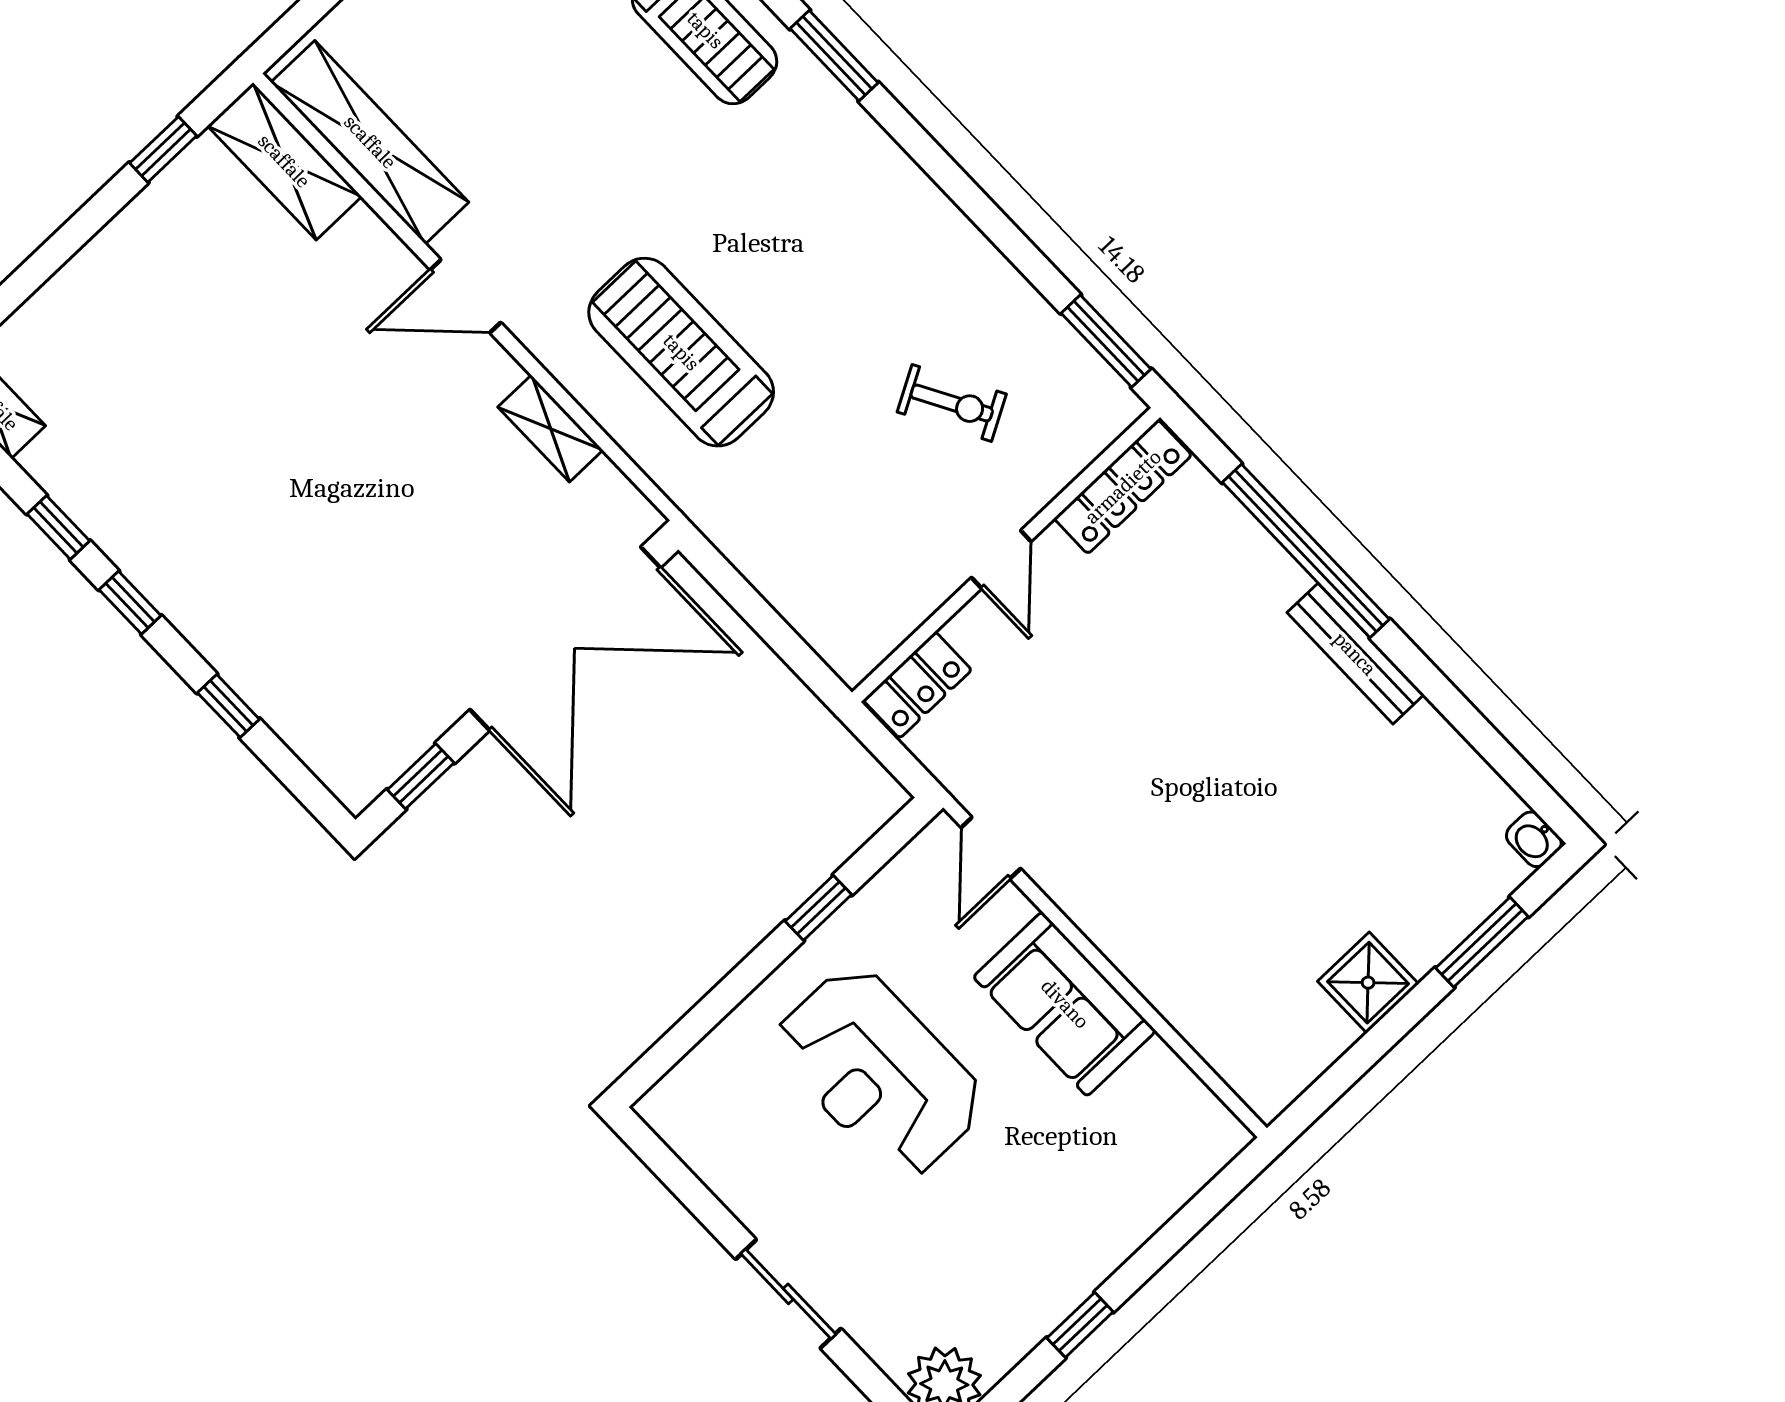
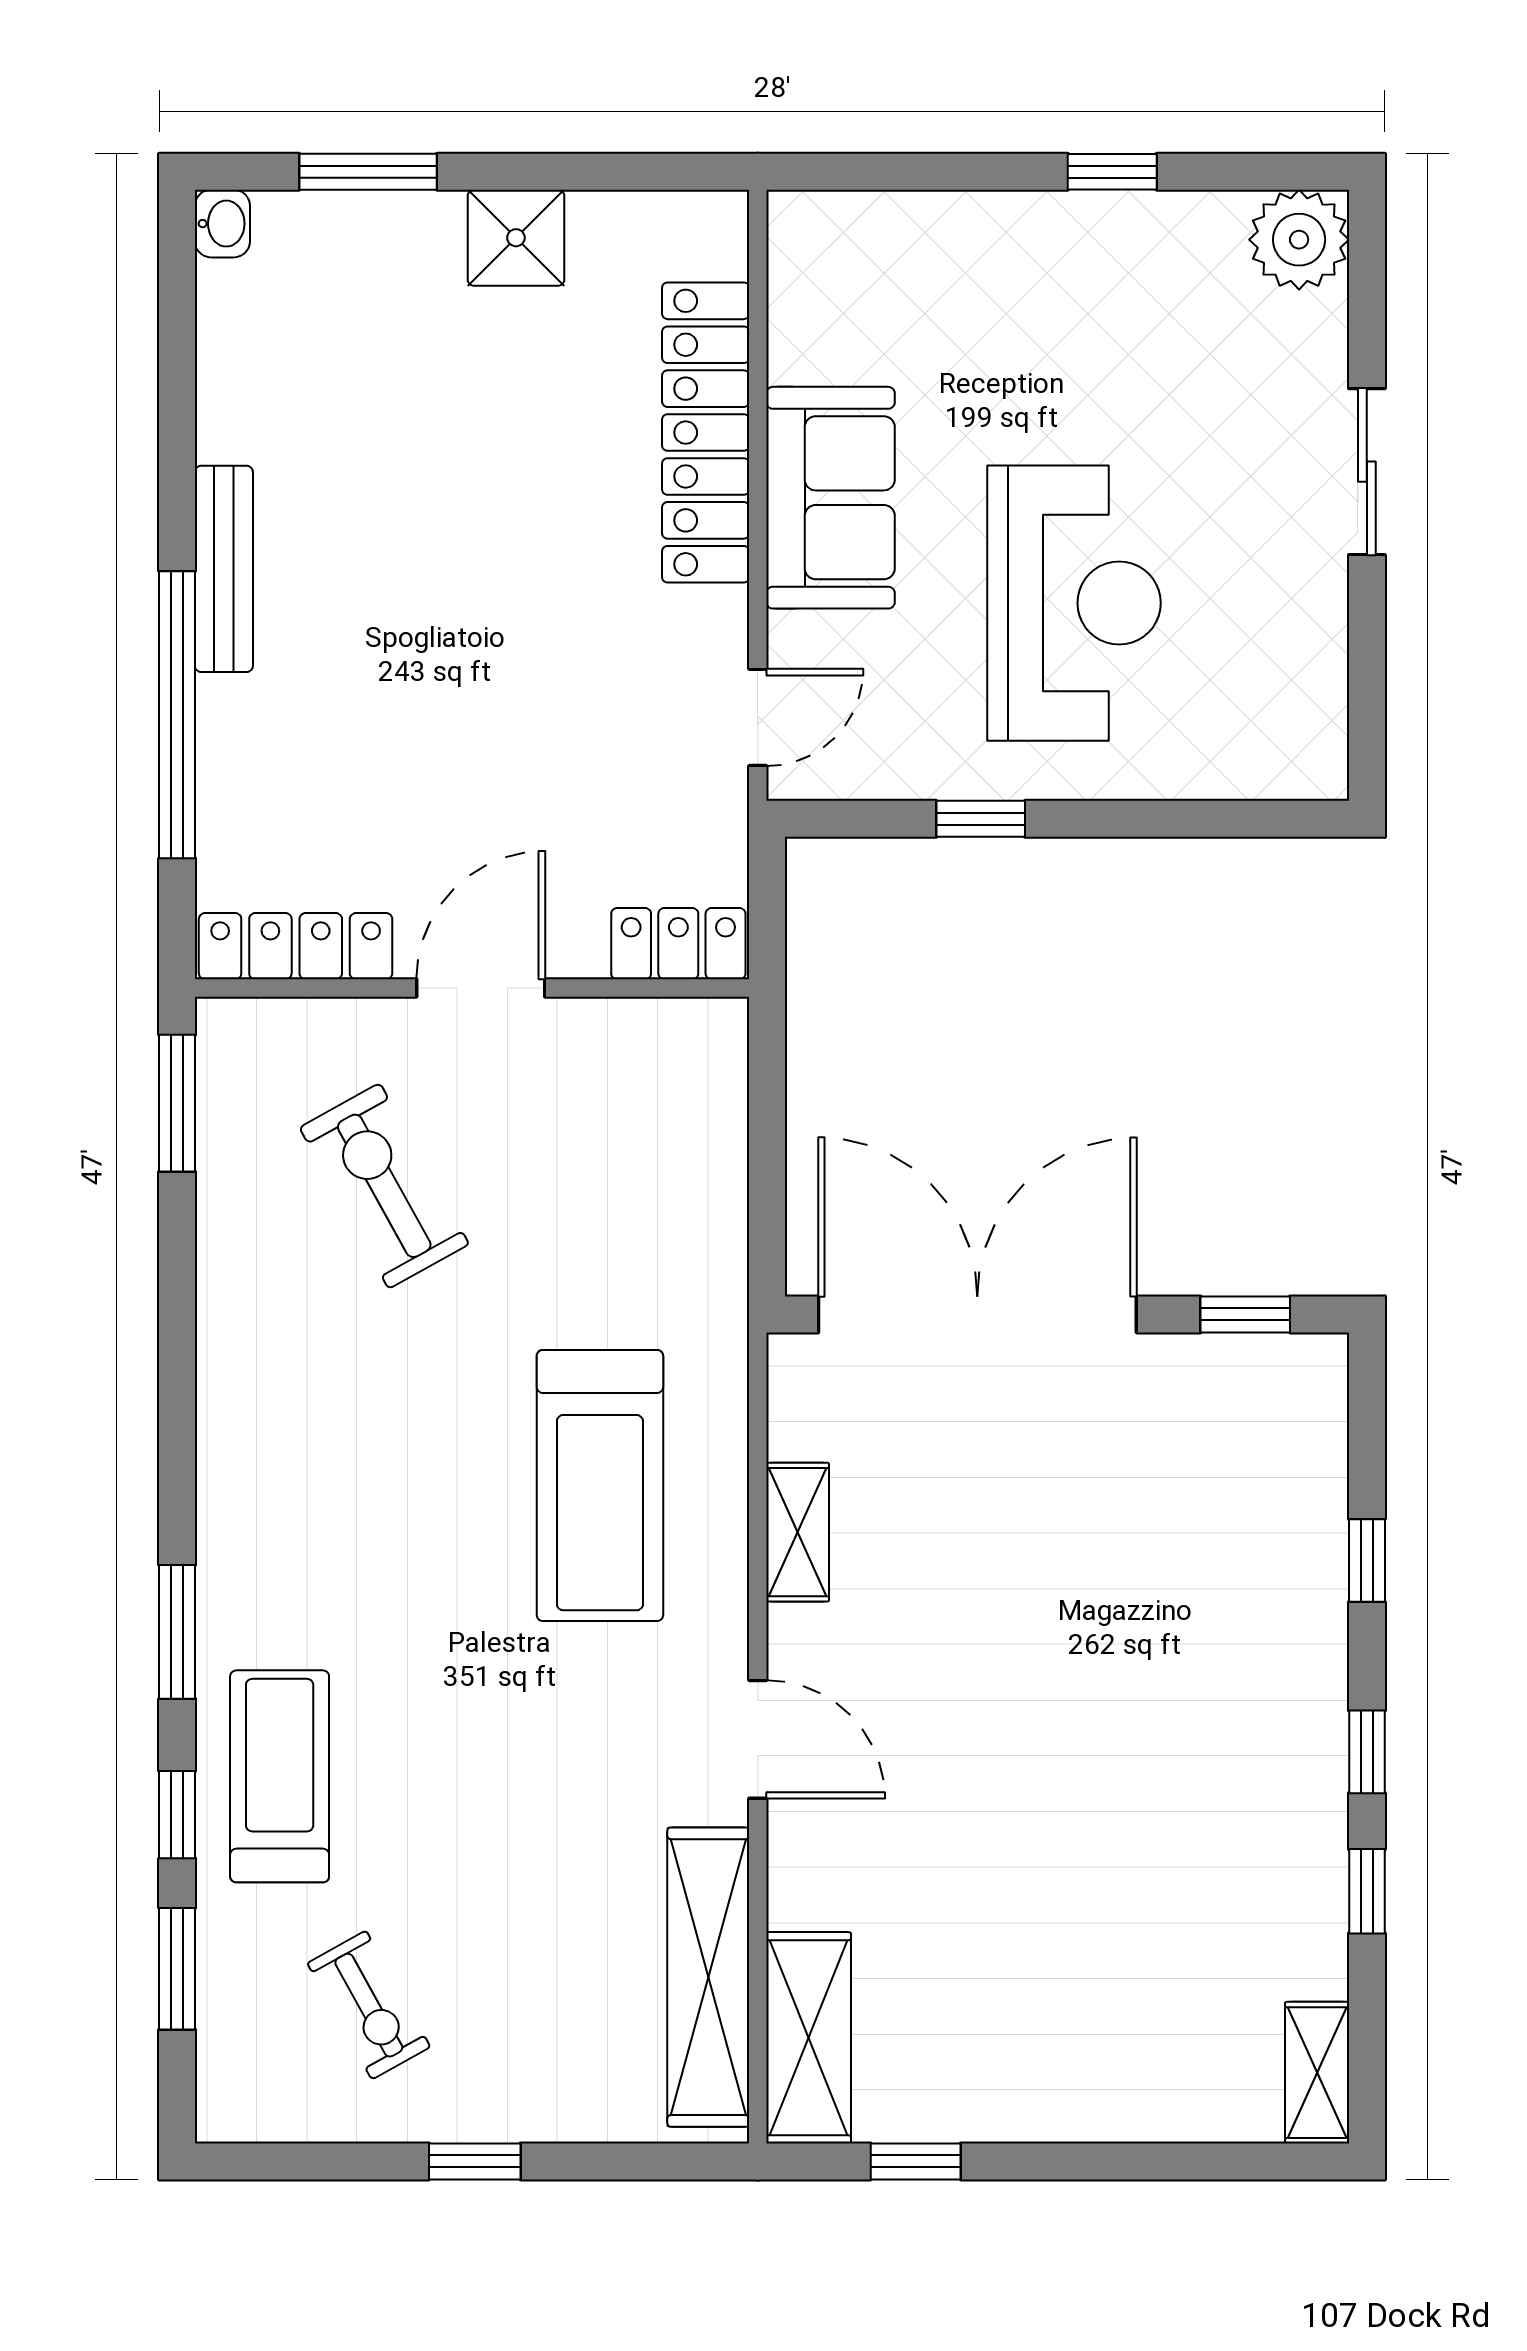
exercise bike: (952, 403) -> (384, 1186), width x1.38, depth x1.39
door: (1001, 559) -> (481, 988), width x1.38
locker: (1165, 975) -> (706, 433), added

